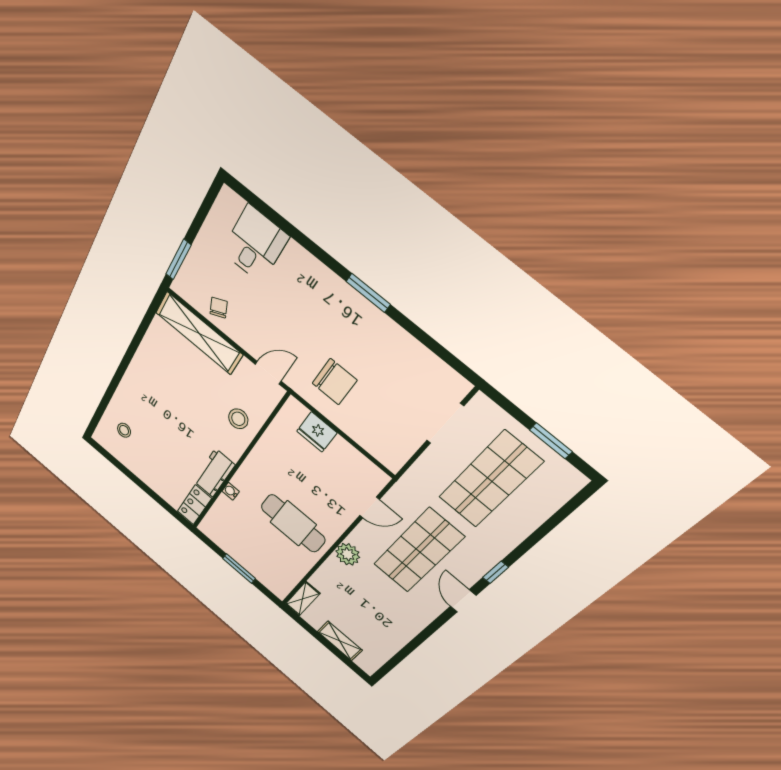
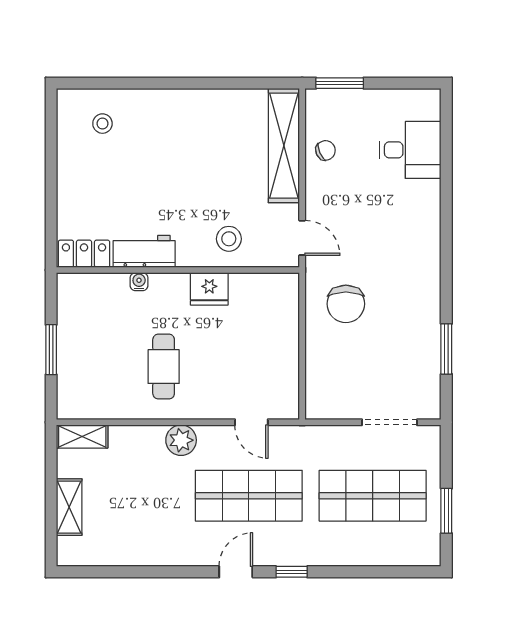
window: (368, 293) -> (446, 349), moved
fridge: (317, 432) -> (209, 289), moved, turned -90
cafe table: (293, 523) -> (164, 367), width x0.73, depth x0.74

